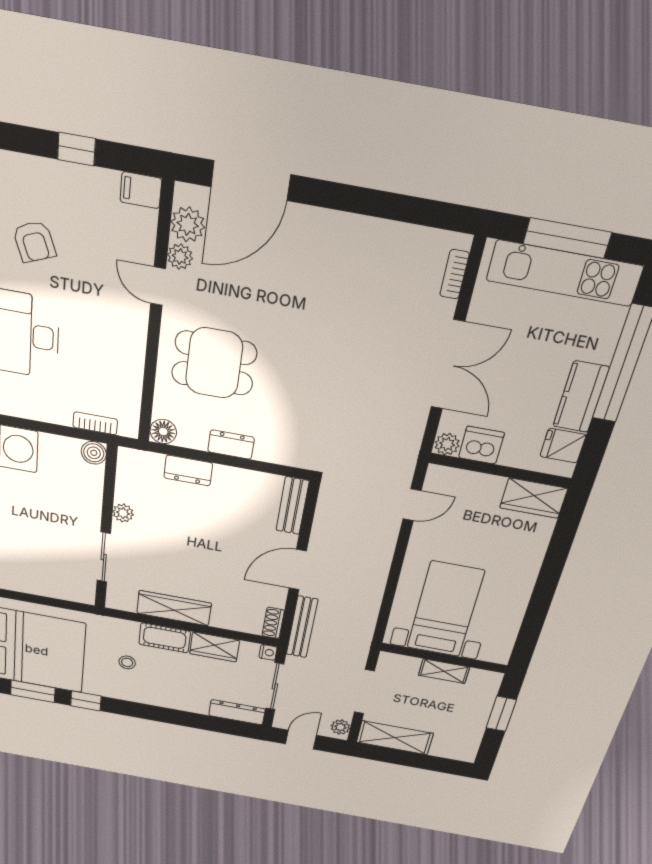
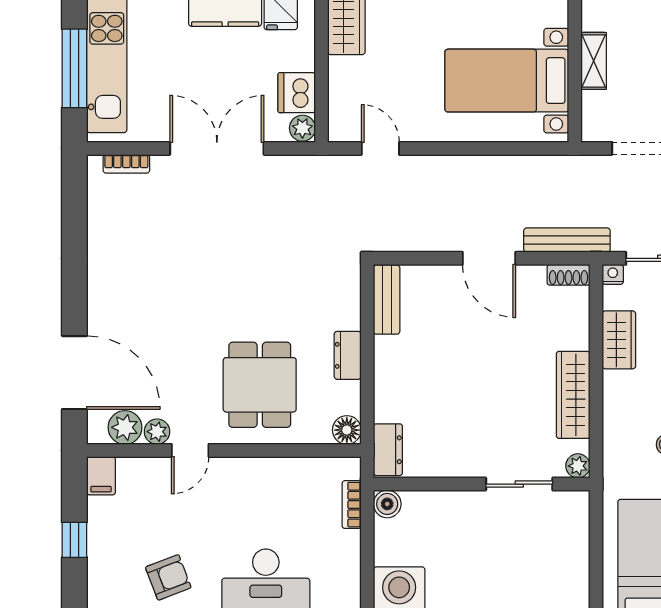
dresser: (188, 470) -> (388, 450), moved
bench: (293, 506) -> (387, 300), moved, turned 90
plant: (123, 513) -> (578, 466), moved
cot: (165, 638) -> (619, 402), removed

